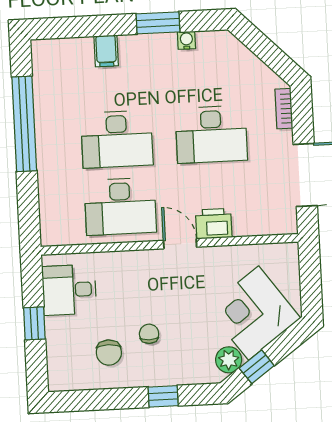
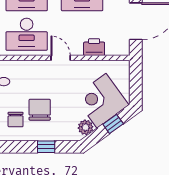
printer: (214, 224) -> (94, 47), moved
chair: (149, 334) -> (40, 110), width x1.87, depth x1.87
window: (257, 367) -> (113, 124), moved

